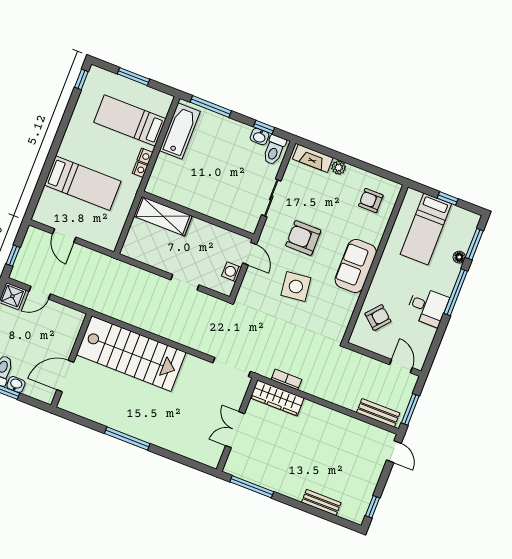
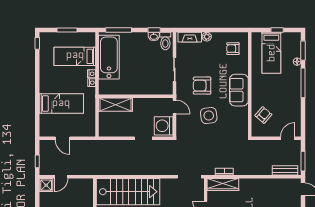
bathtub: (180, 131) -> (109, 57), width x1.36, depth x1.36
washing machine: (231, 272) -> (164, 126), width x1.89, depth x1.89
desk: (427, 307) -> (290, 98), removed
door: (401, 366) -> (288, 138), hinge flipped

